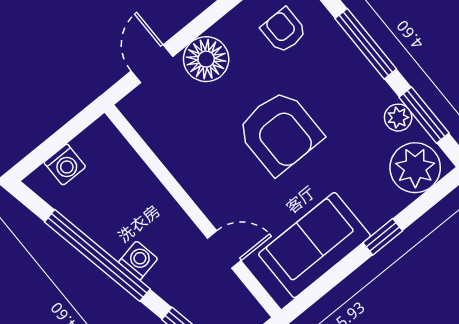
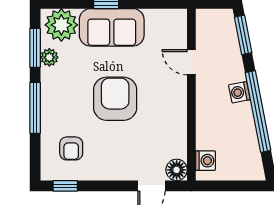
floor lamp: (206, 59) -> (177, 170), moved, width x0.73, depth x0.73
washing machine: (65, 165) -> (205, 161), moved, turned 90
sofa: (314, 245) -> (112, 27), moved

